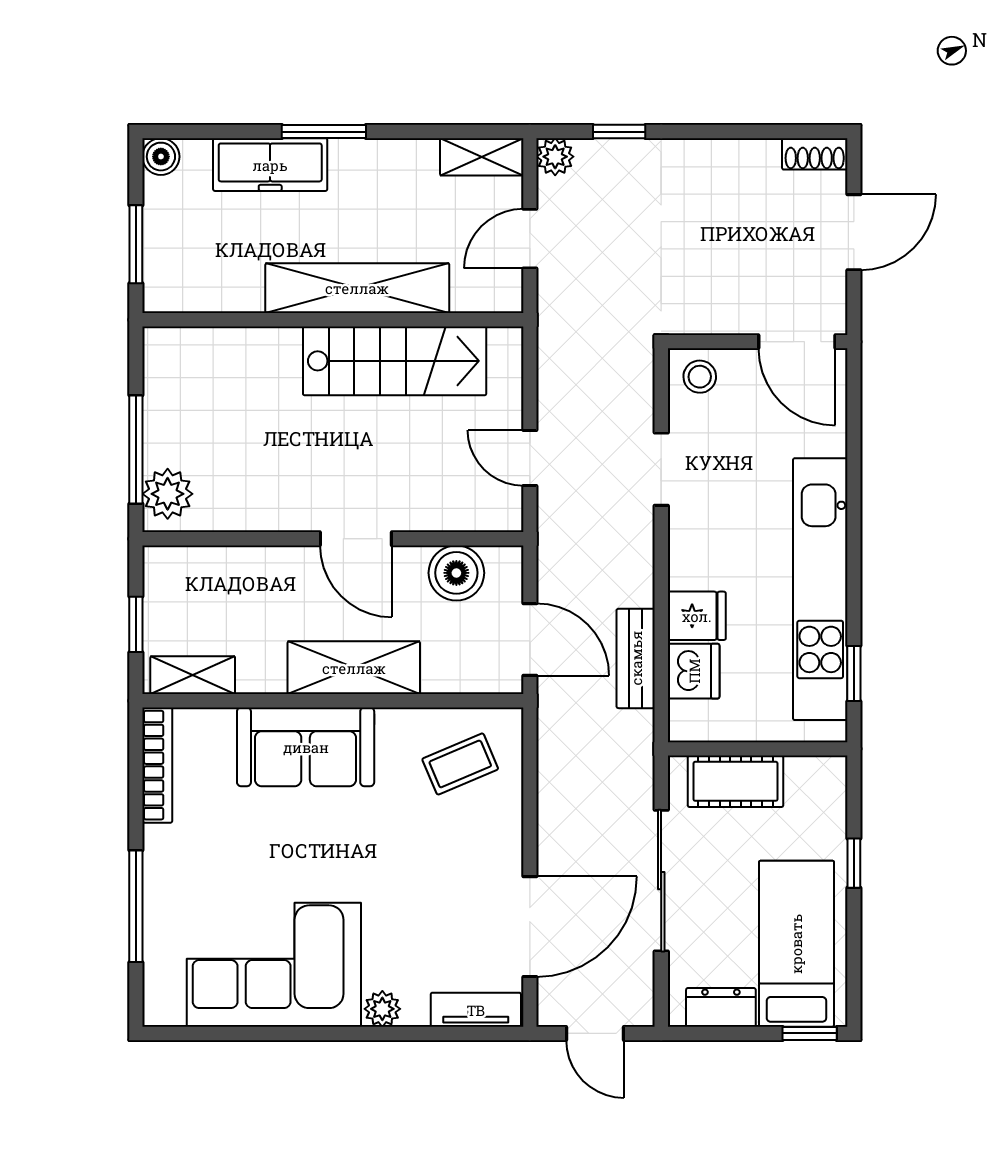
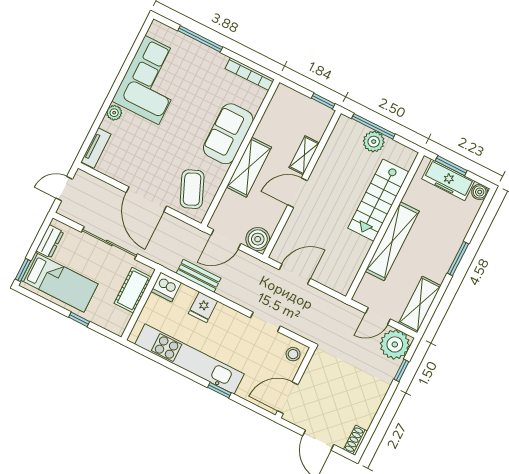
shelving: (482, 157) -> (420, 304), width x1.50, depth x1.33
plant: (555, 157) -> (395, 344), width x1.87, depth x1.87
freezer: (270, 165) -> (448, 180), moved, turned -90
door: (530, 239) -> (378, 316), swing flipped
stairs: (395, 361) -> (378, 200), moved
door: (530, 458) -> (295, 274), width x1.38
plant: (168, 494) -> (374, 142), moved
boiler: (456, 573) -> (258, 239), moved
window: (136, 624) -> (323, 101), moved
dishwasher: (694, 671) -> (166, 287), moved
window: (854, 673) -> (219, 390), moved
shelving: (193, 675) -> (304, 155), moved
coffee table: (460, 764) -> (192, 189), width x1.36, depth x1.30
door: (530, 927) -> (146, 199), moved

